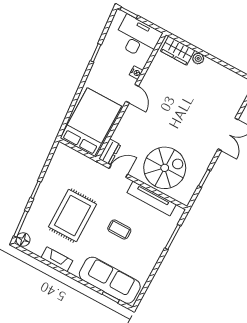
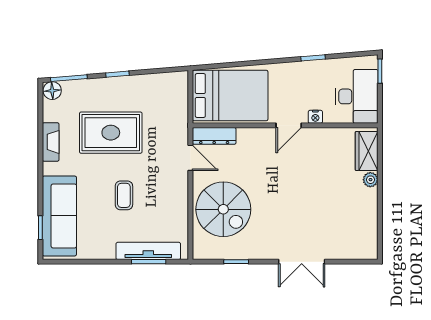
dresser: (110, 152) -> (214, 136), width x1.44
tv unit: (152, 199) -> (148, 251), moved, turned 90

